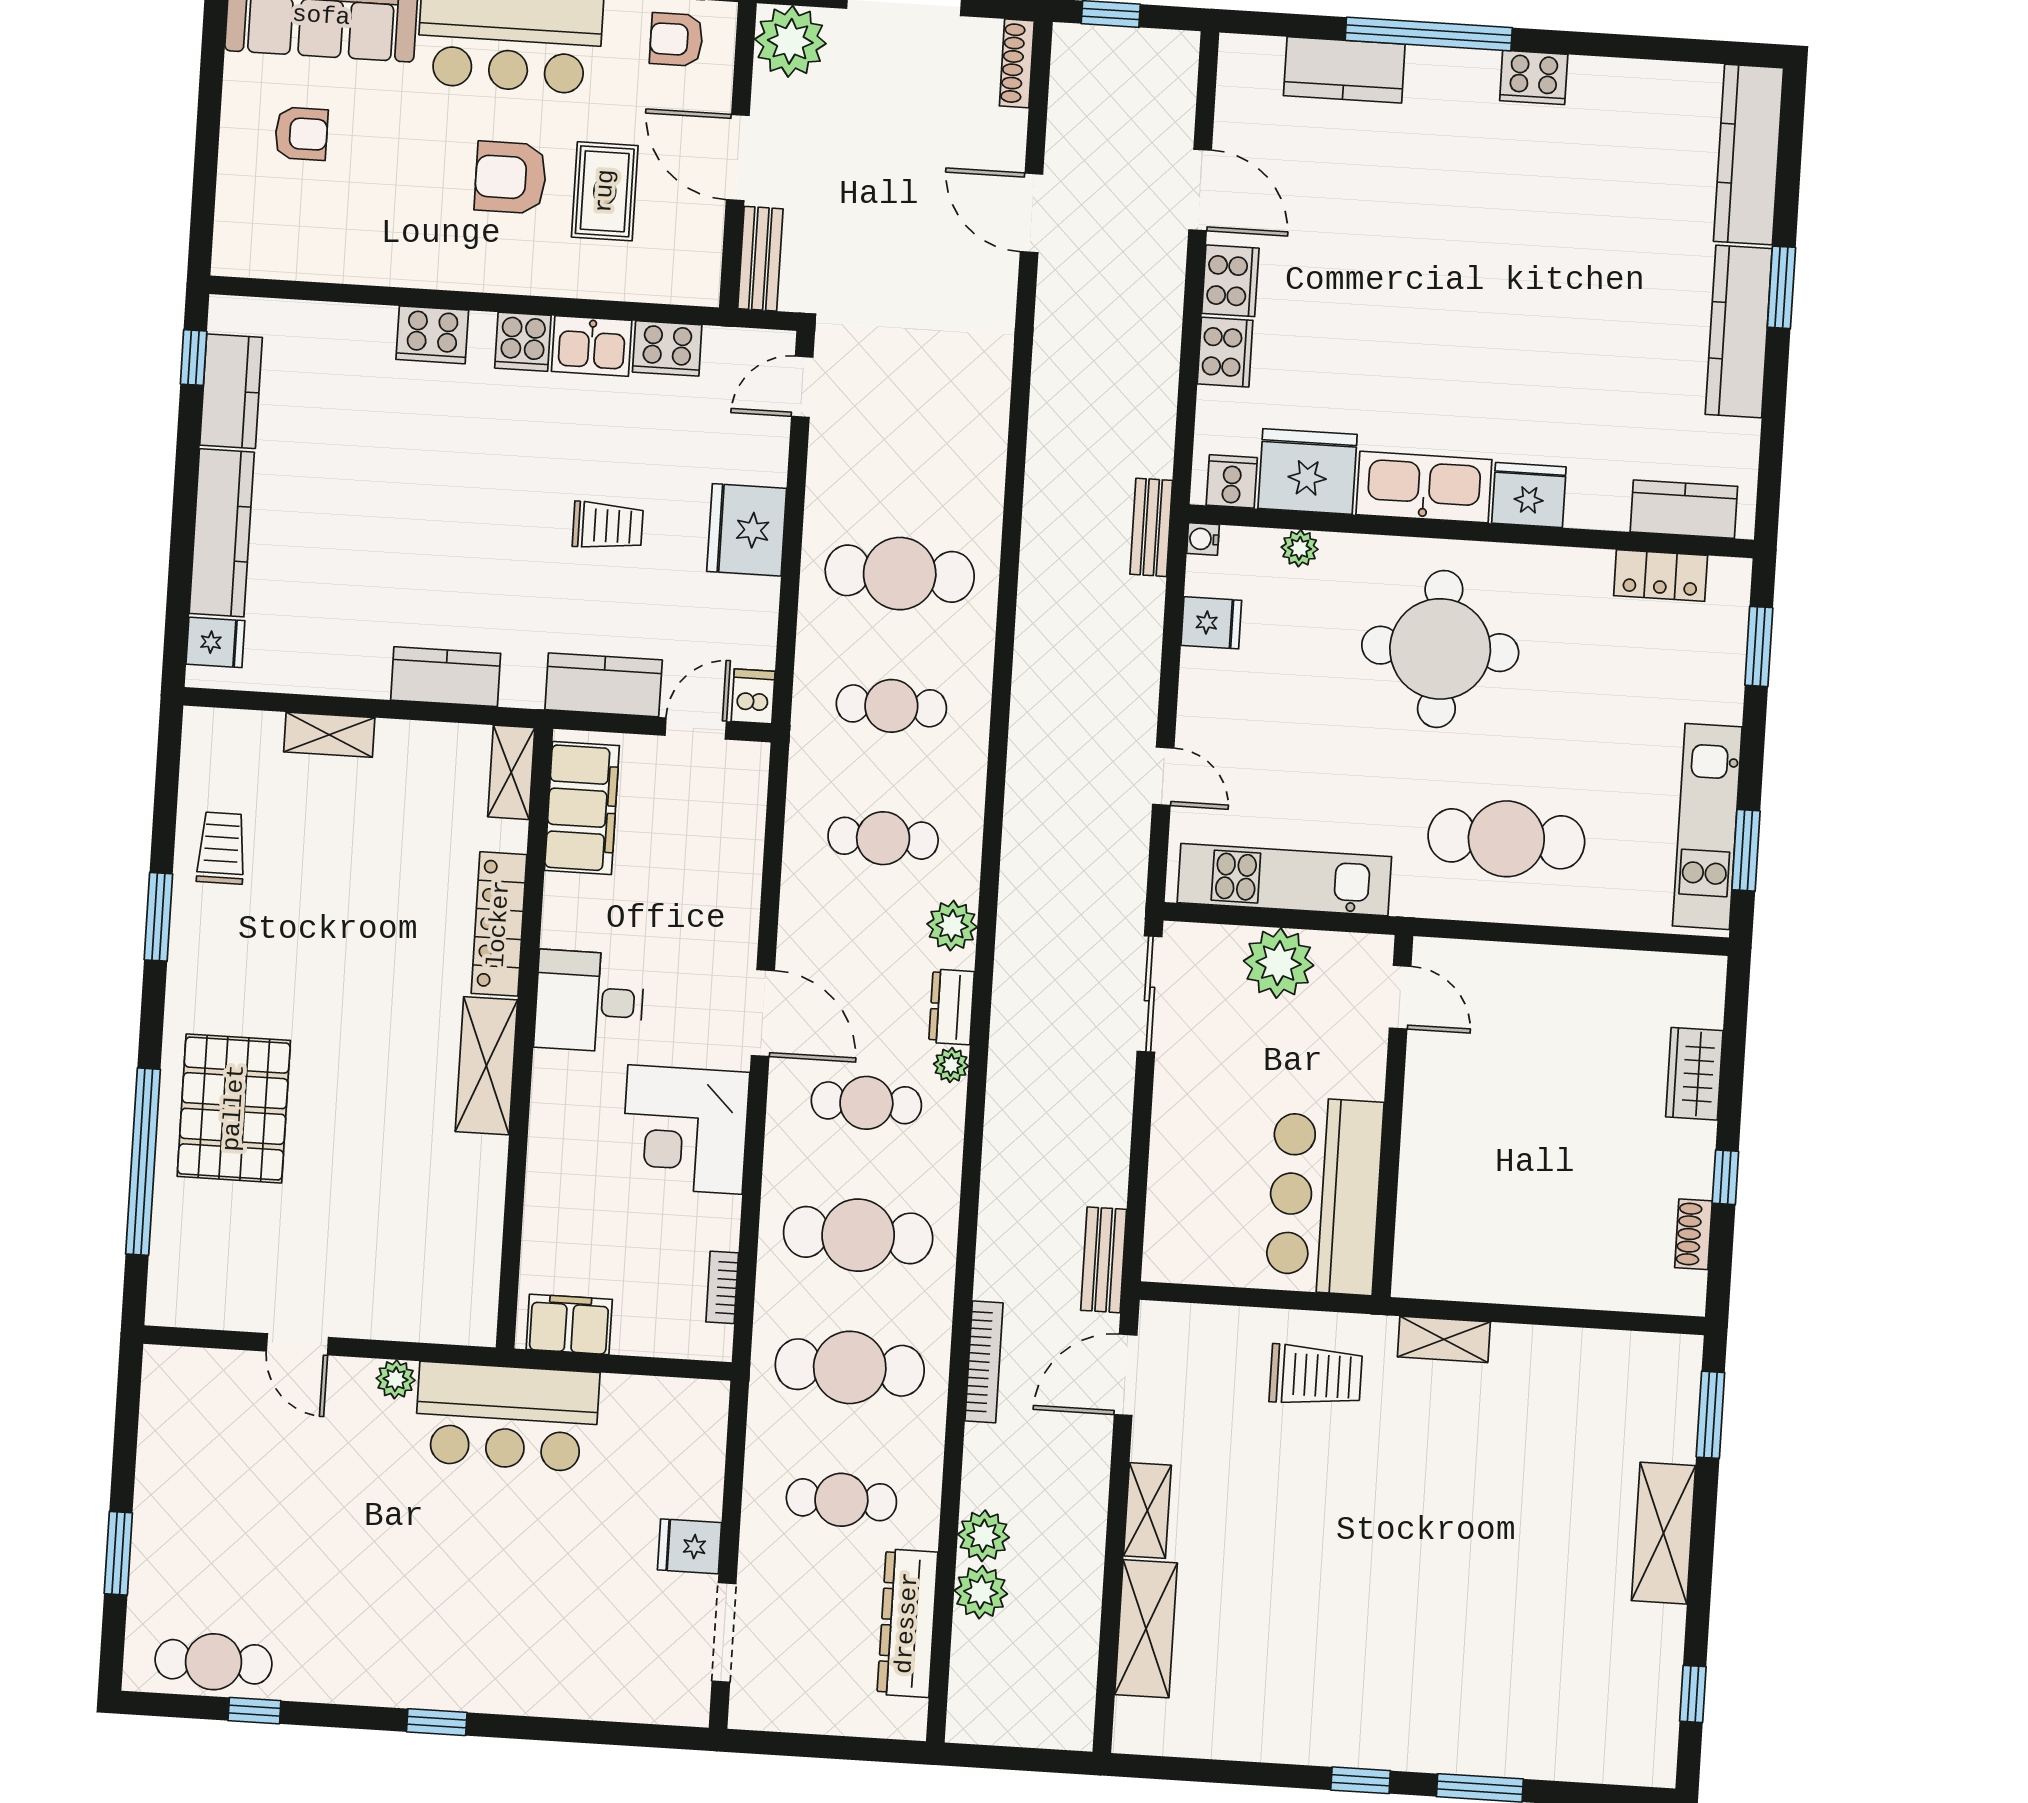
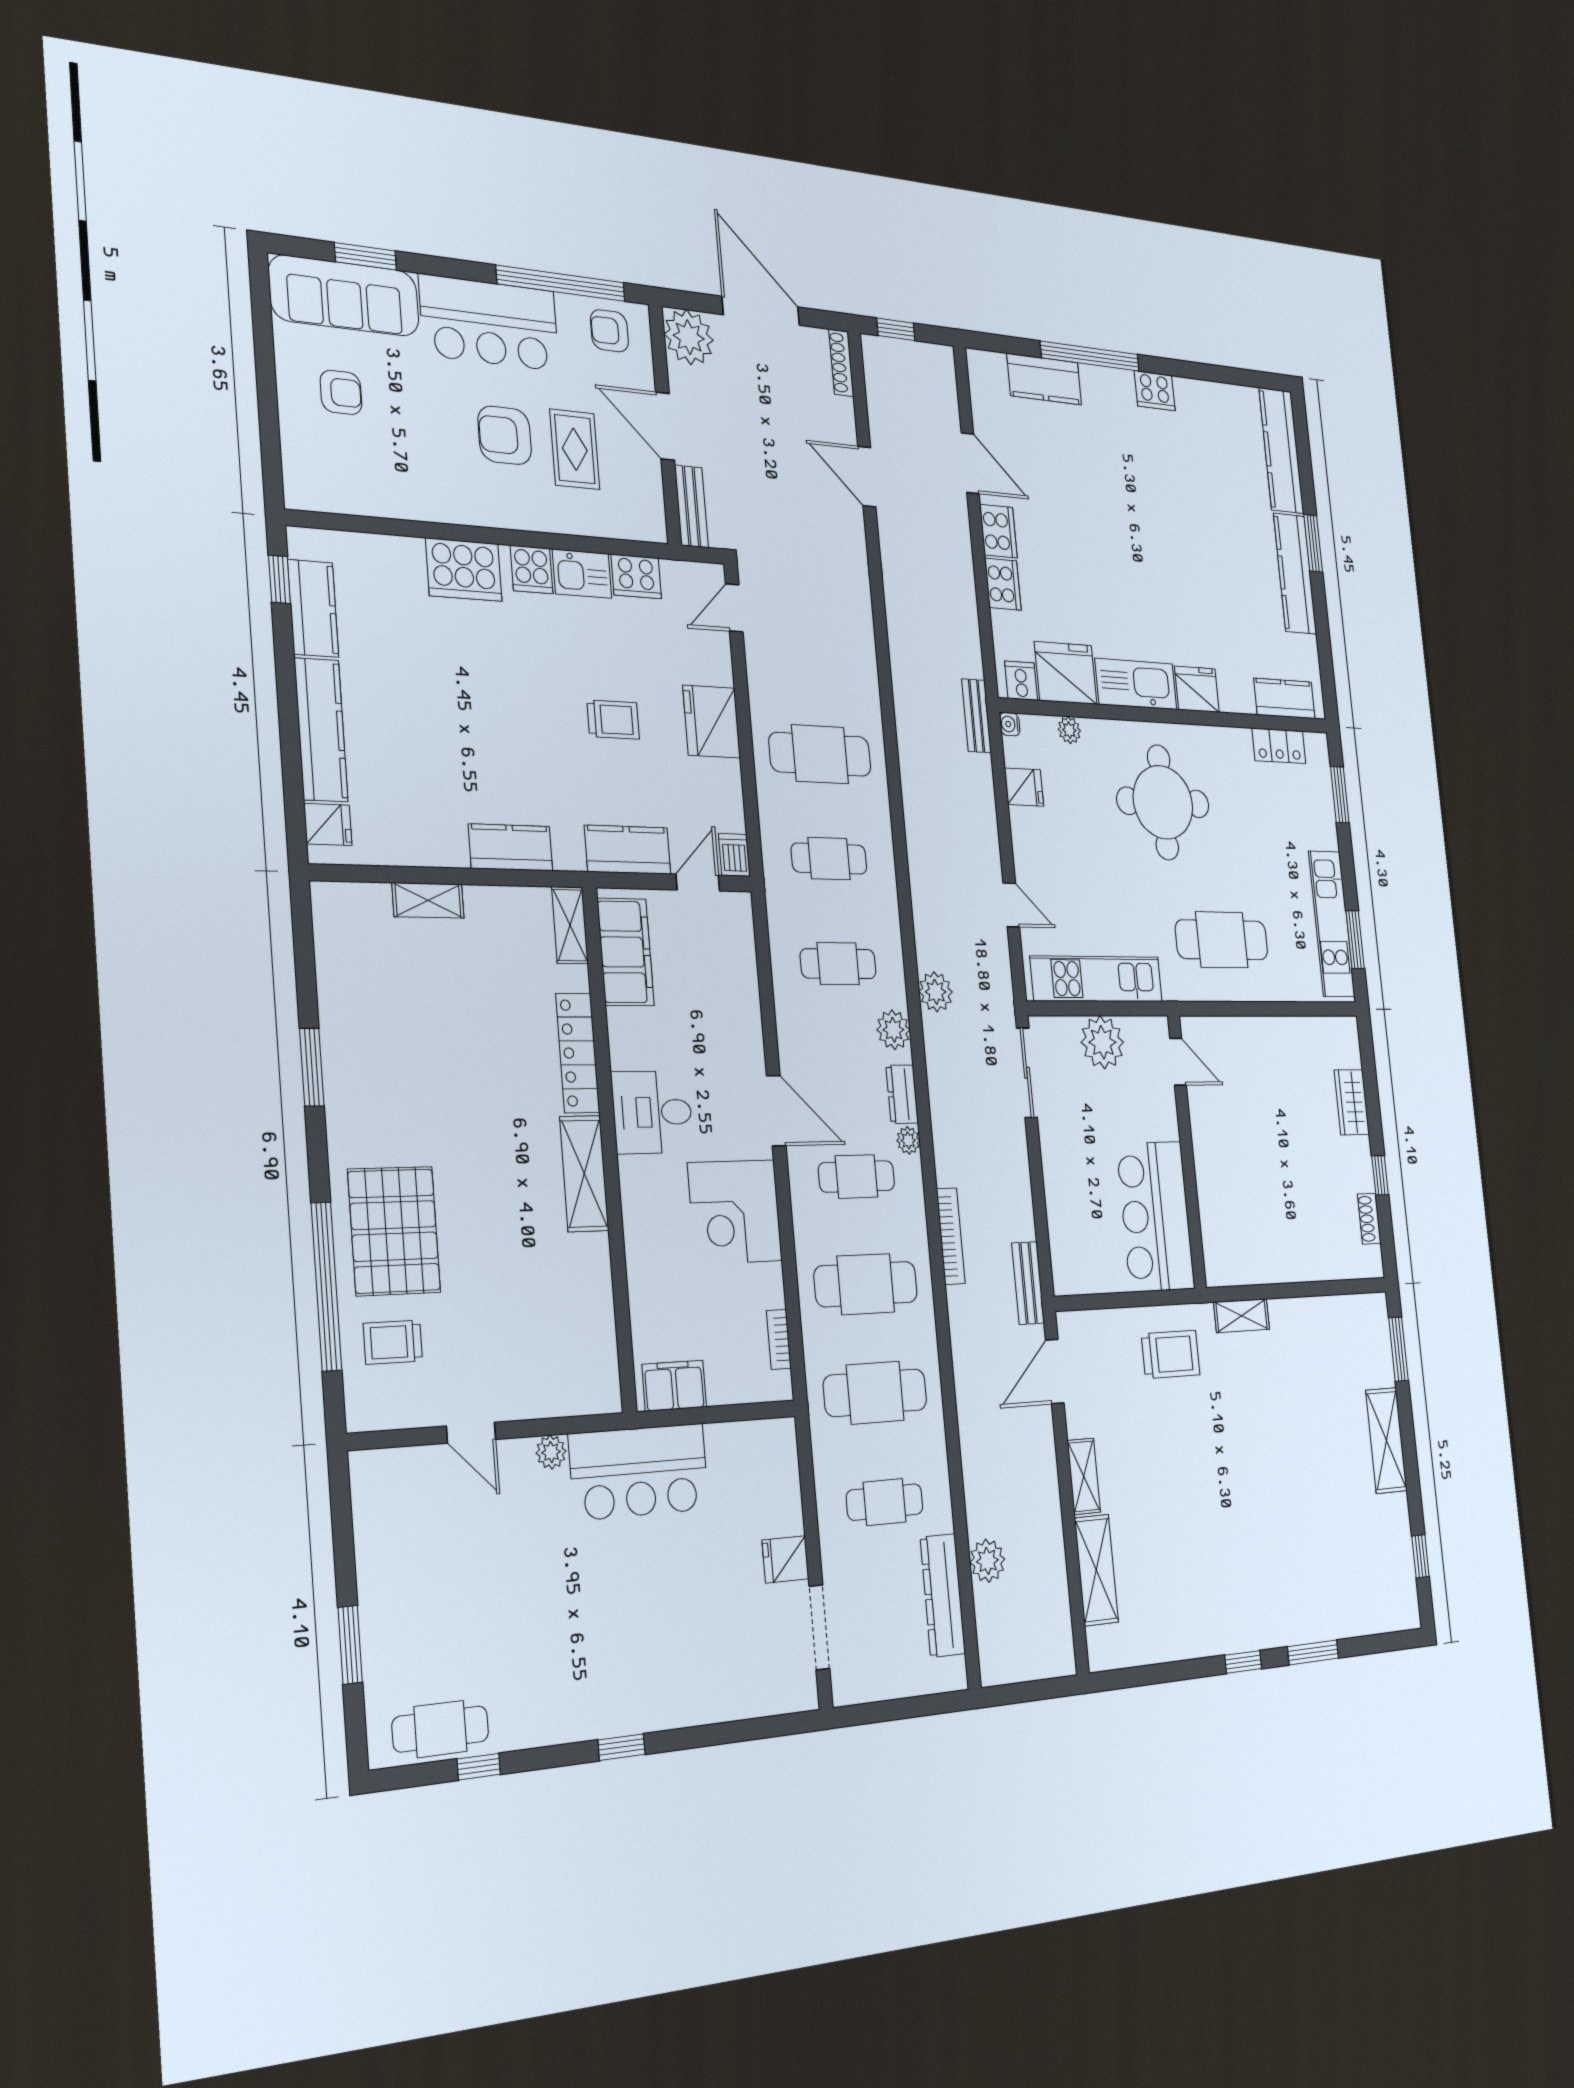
cooker: (432, 335) -> (464, 570), width x1.37, depth x1.31
trolley: (221, 848) -> (393, 1342), moved, turned -90
bookcase: (984, 1362) -> (951, 1236), moved
plant: (984, 1536) -> (936, 992), moved

